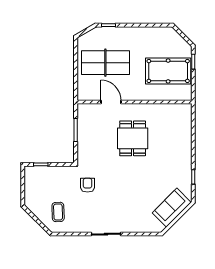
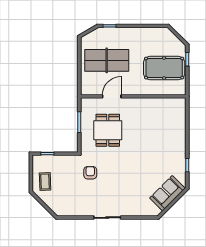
door: (111, 102) -> (112, 96), hinge flipped
dining table: (133, 138) -> (108, 130), moved
coffee table: (58, 212) -> (45, 182), moved

